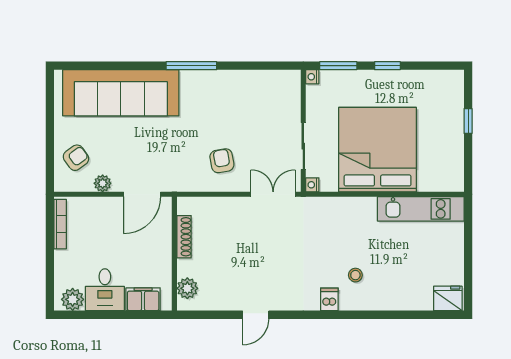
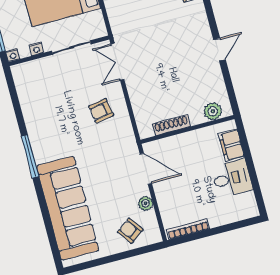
nightstand: (312, 185) -> (36, 49), moved
plant: (73, 299) -> (247, 203), removed
door: (256, 315) -> (220, 50), hinge flipped

